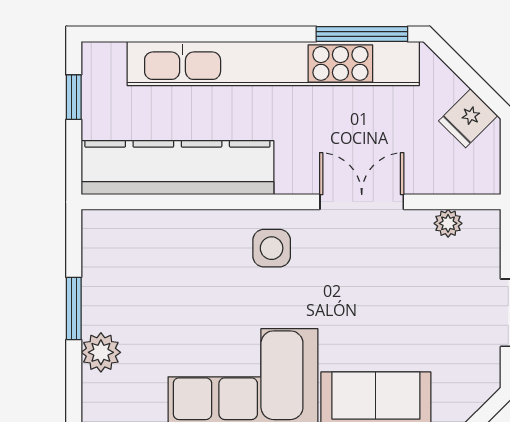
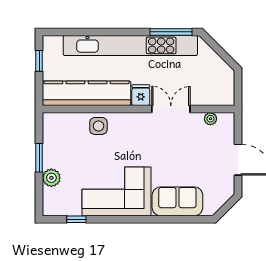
fridge: (468, 118) -> (141, 95), moved, turned 135
side table: (272, 248) -> (98, 126), moved

